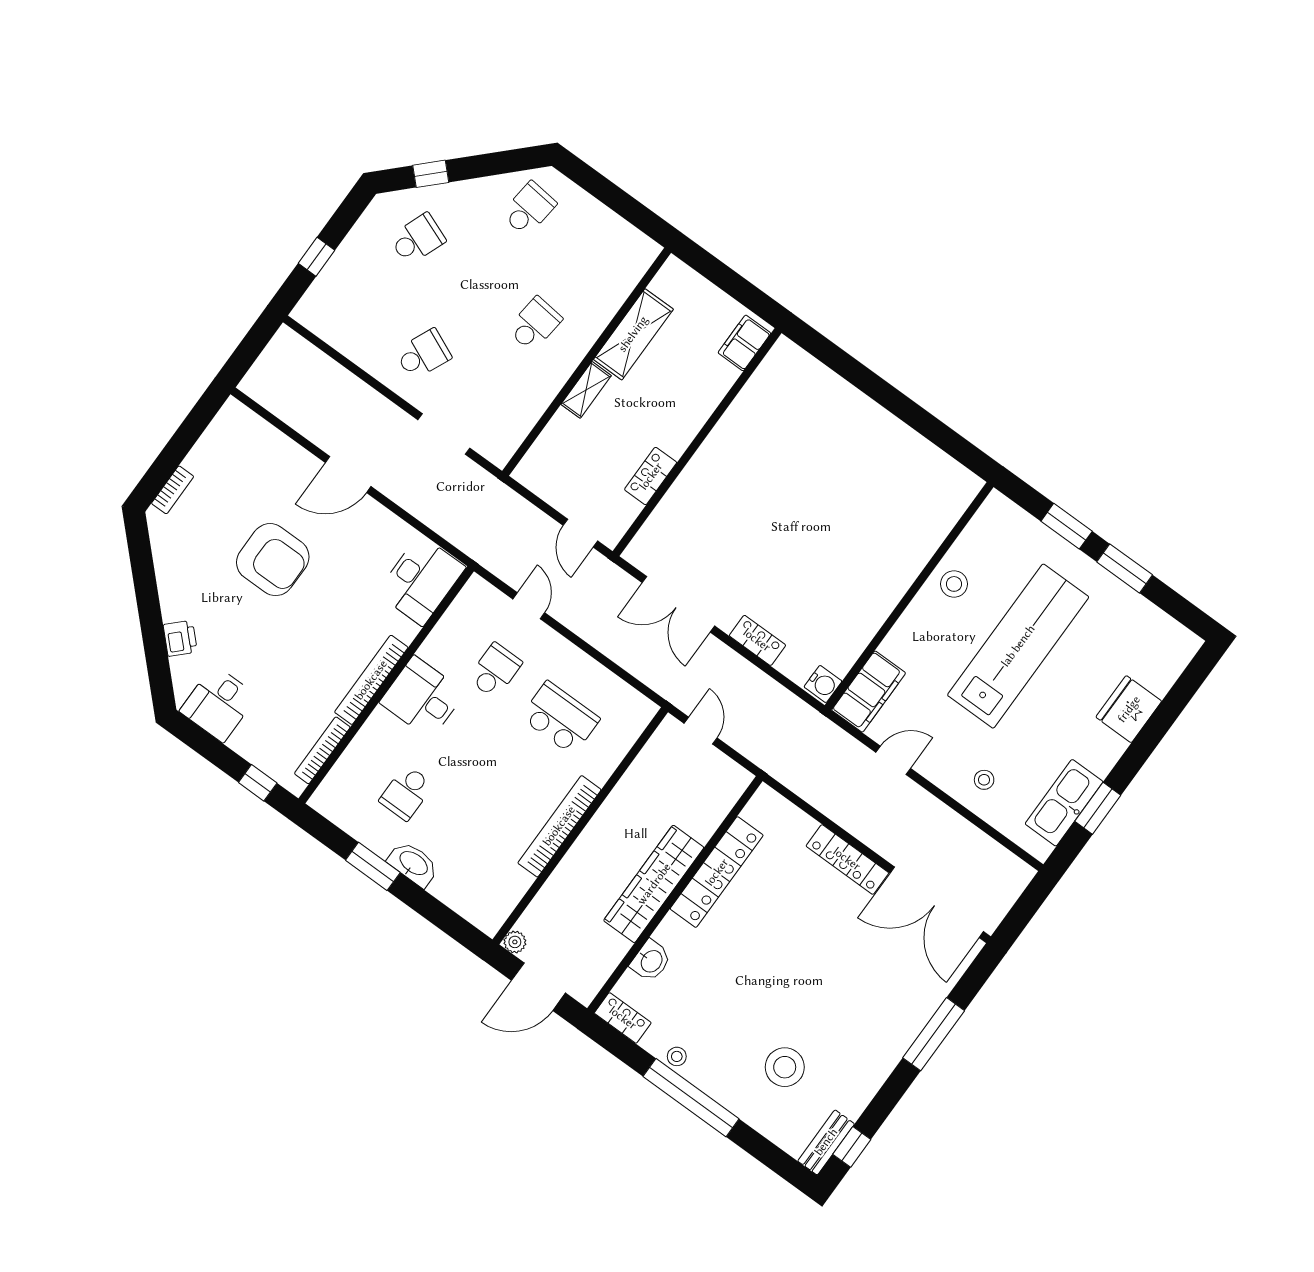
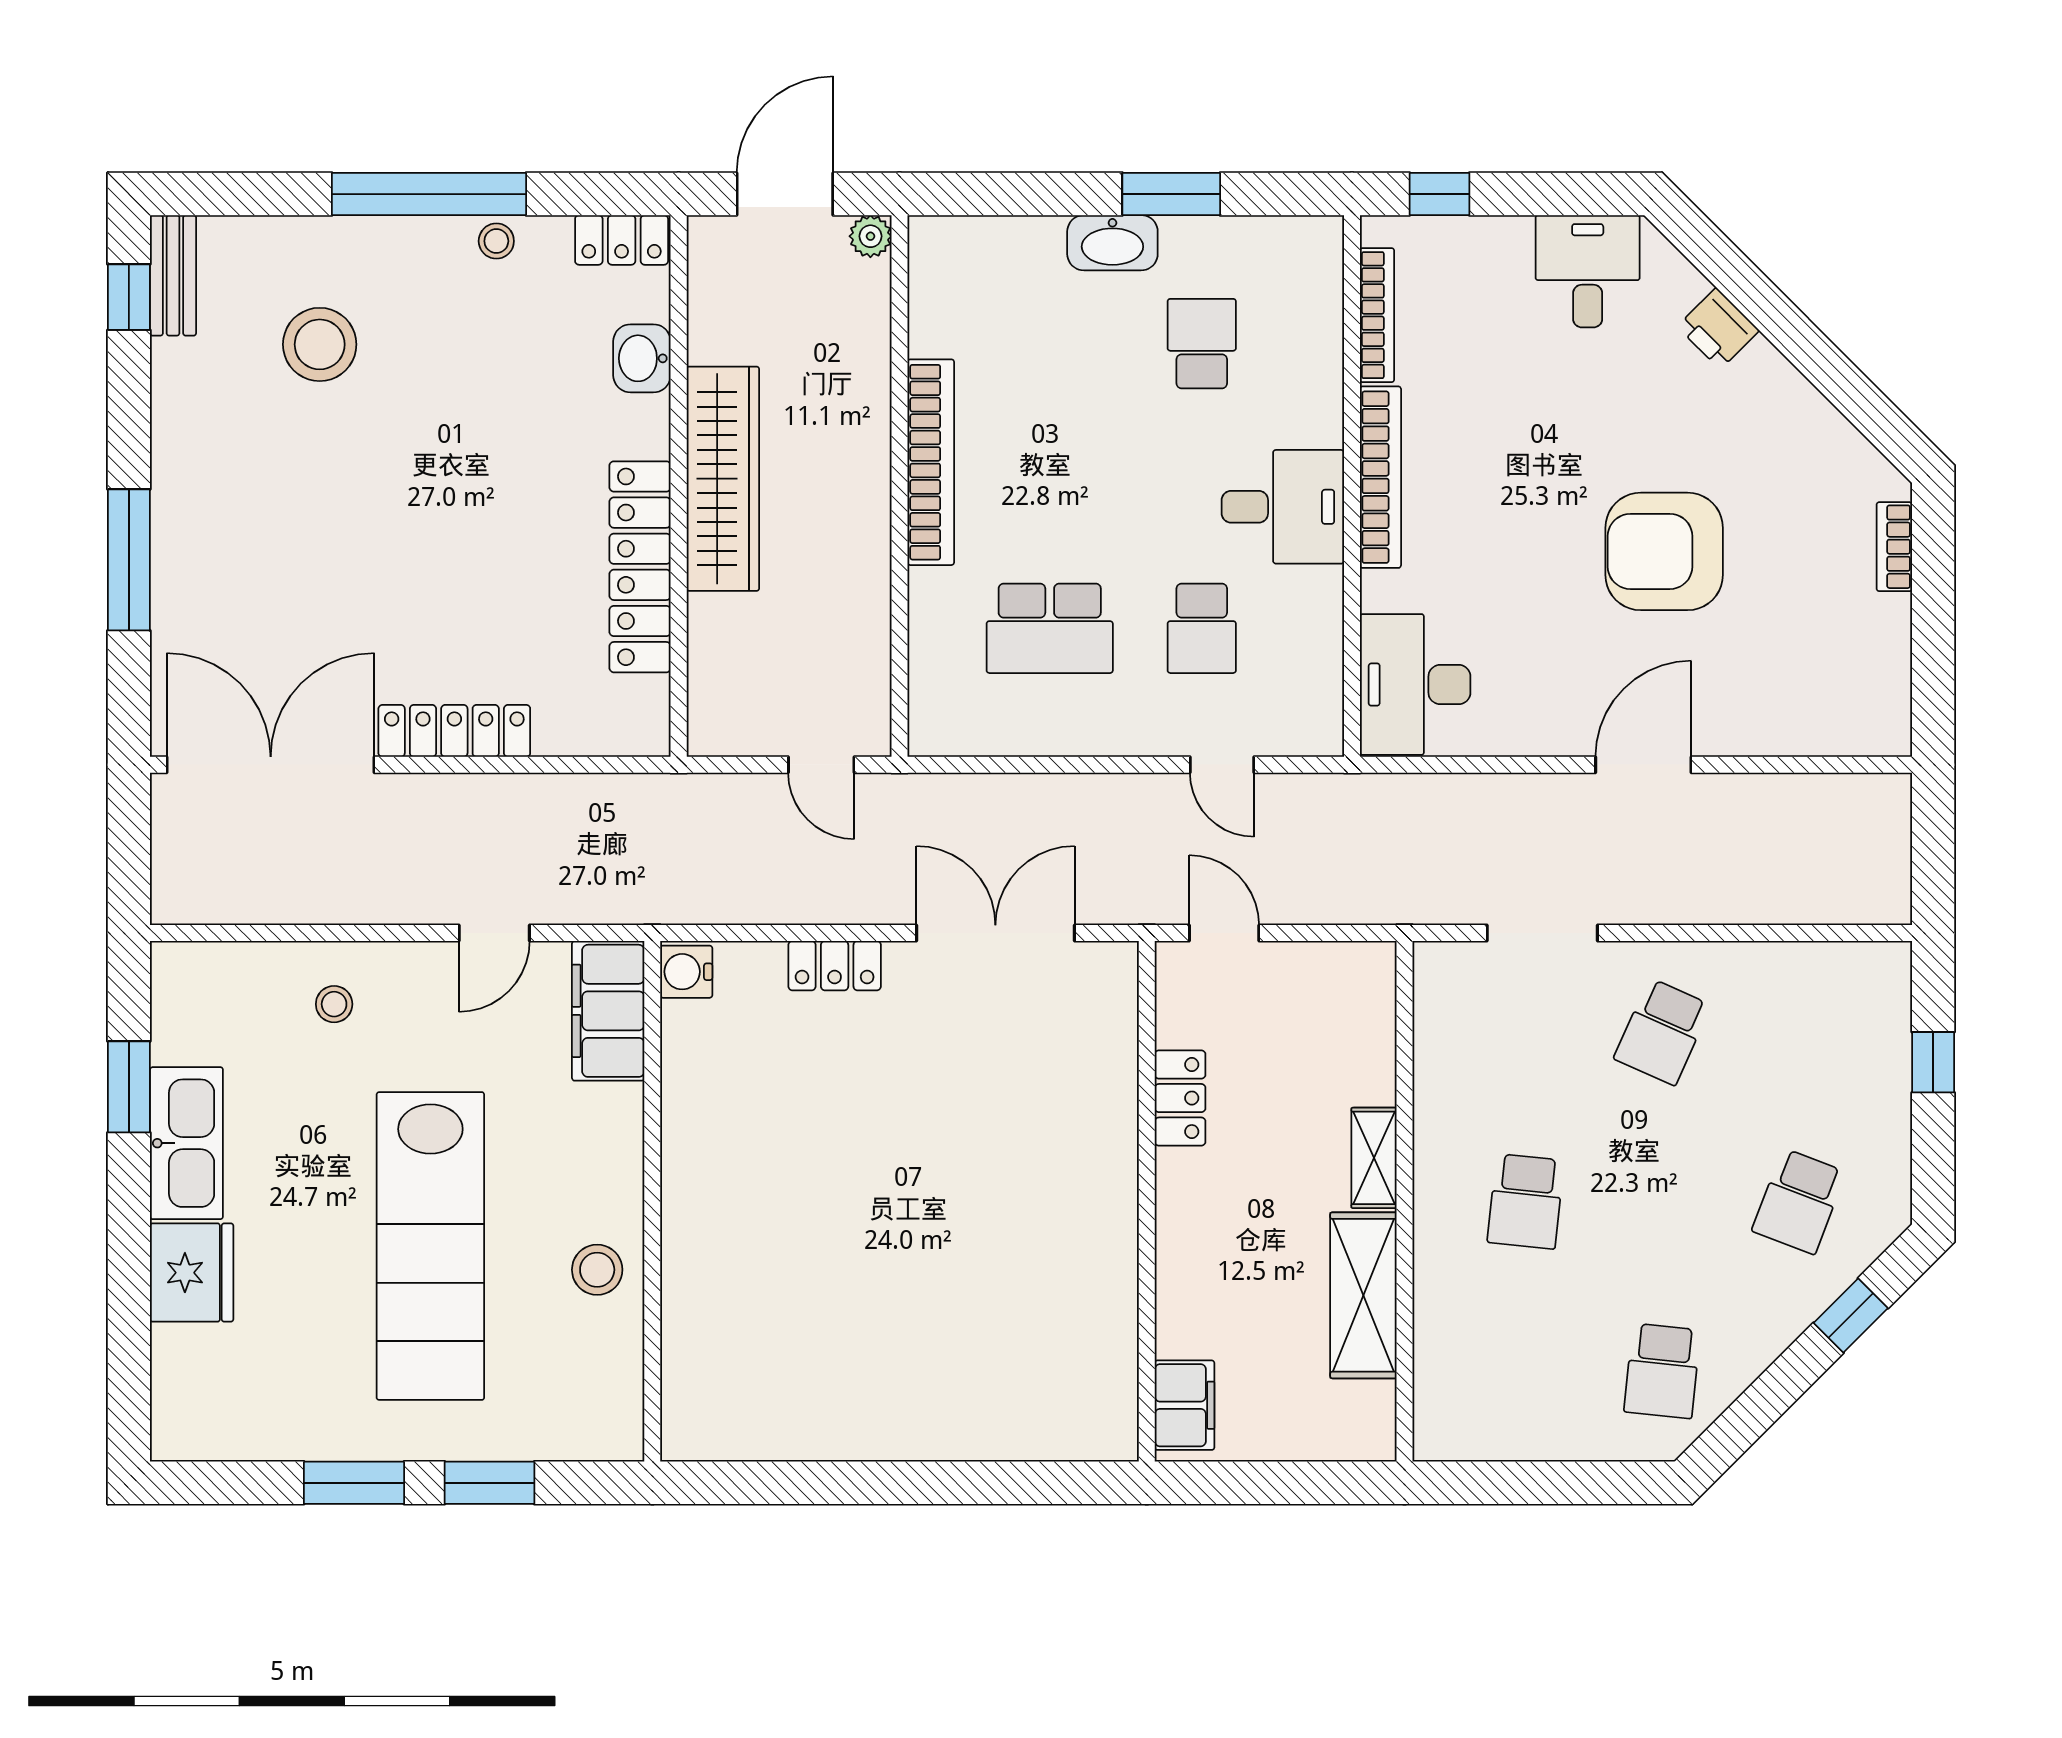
kitchen sink: (1064, 803) -> (186, 1143), moved

